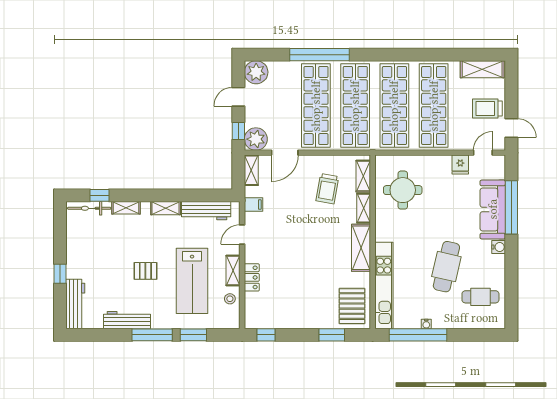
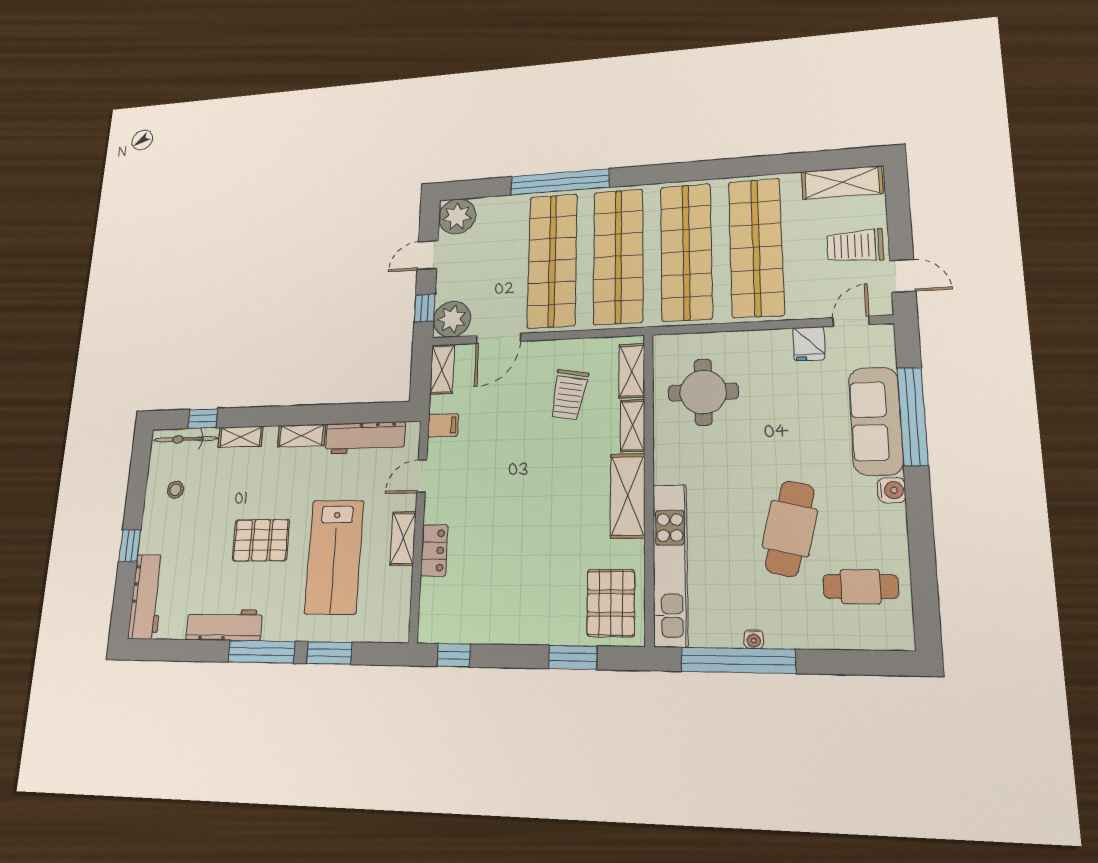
pallet: (145, 271) -> (261, 540), width x1.50, depth x1.42
stool: (230, 299) -> (175, 490), moved

